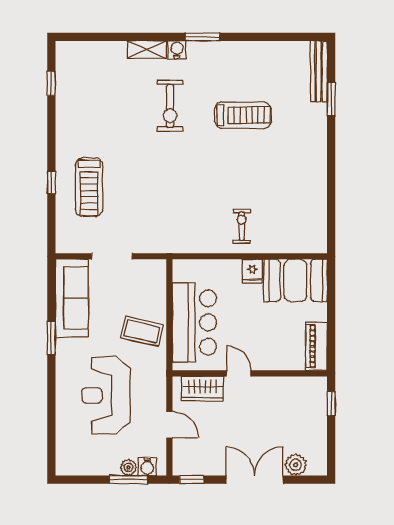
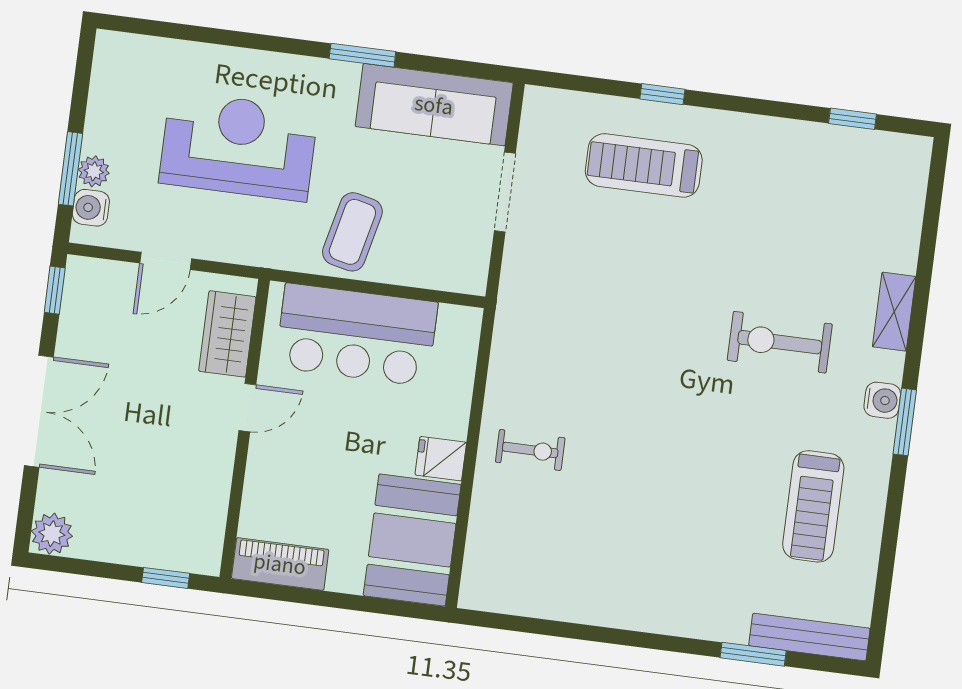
water cooler: (177, 50) -> (882, 400), moved
treadmill: (243, 115) -> (813, 506), moved
plant: (296, 465) -> (52, 534), moved

